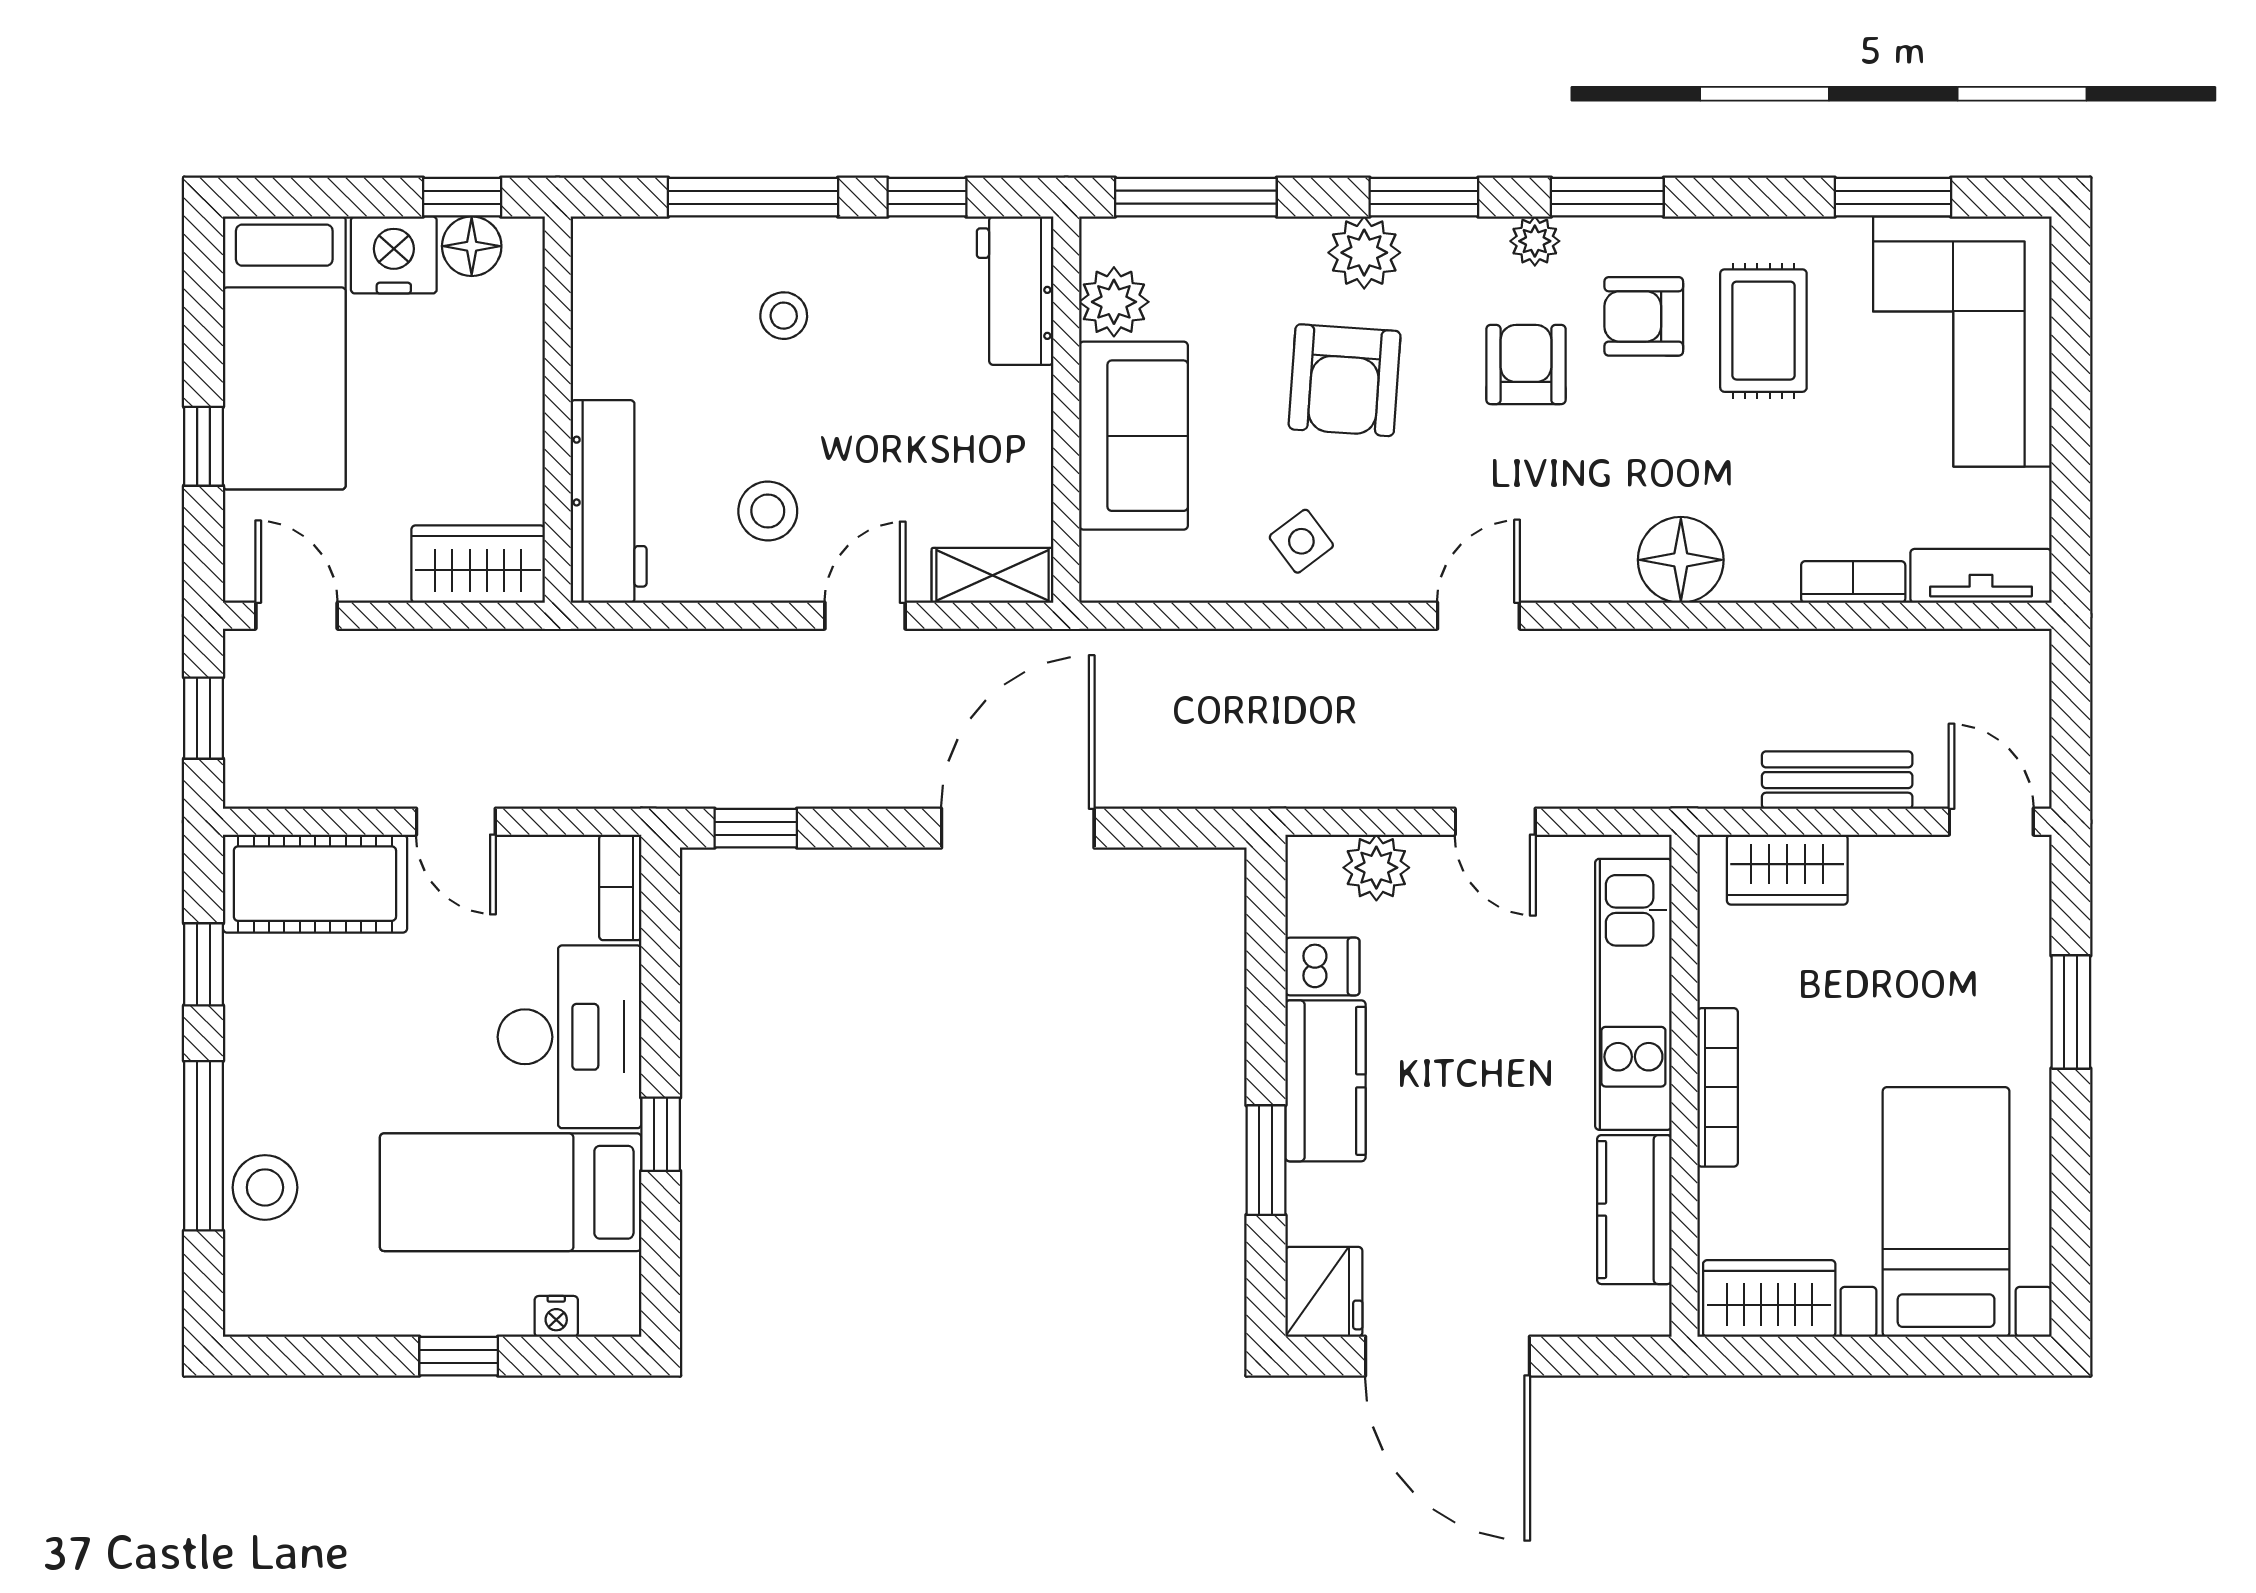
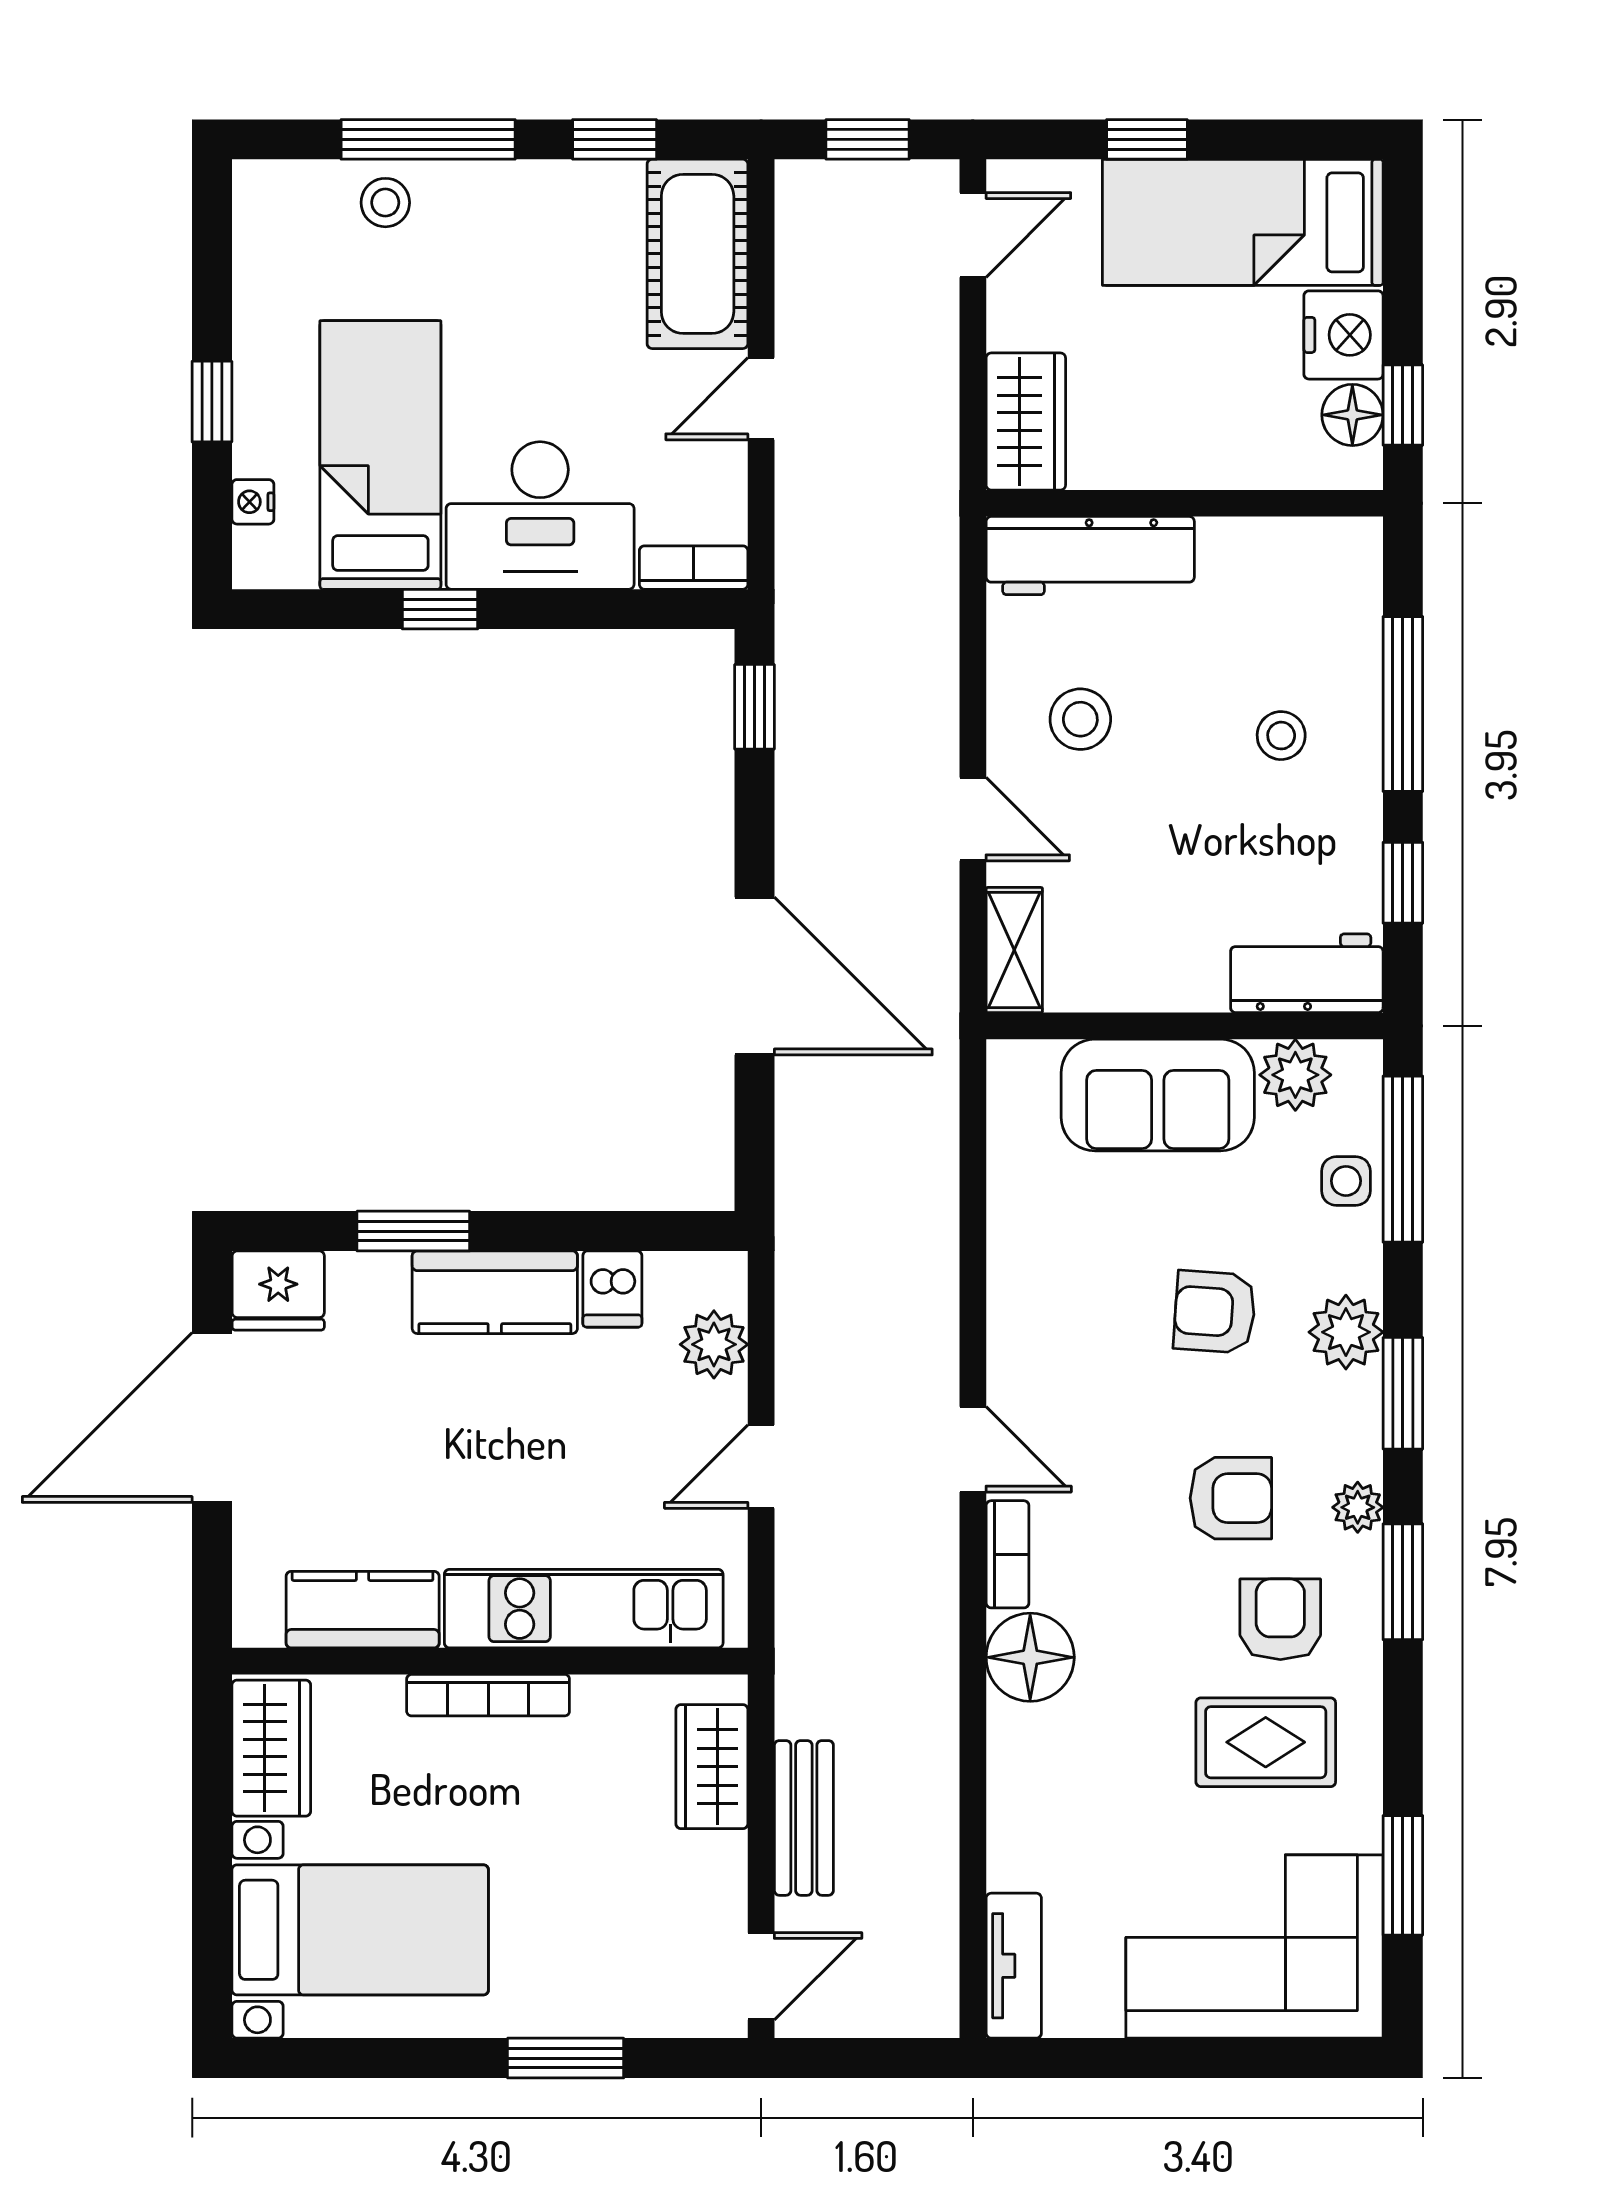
armchair: (1345, 380) -> (1215, 1312), width x0.72, depth x0.72
side table: (1301, 541) -> (1346, 1181), moved, turned 37
bookcase: (1853, 582) -> (1007, 1554), moved
stool: (265, 1187) -> (385, 203), width x0.73, depth x0.73

